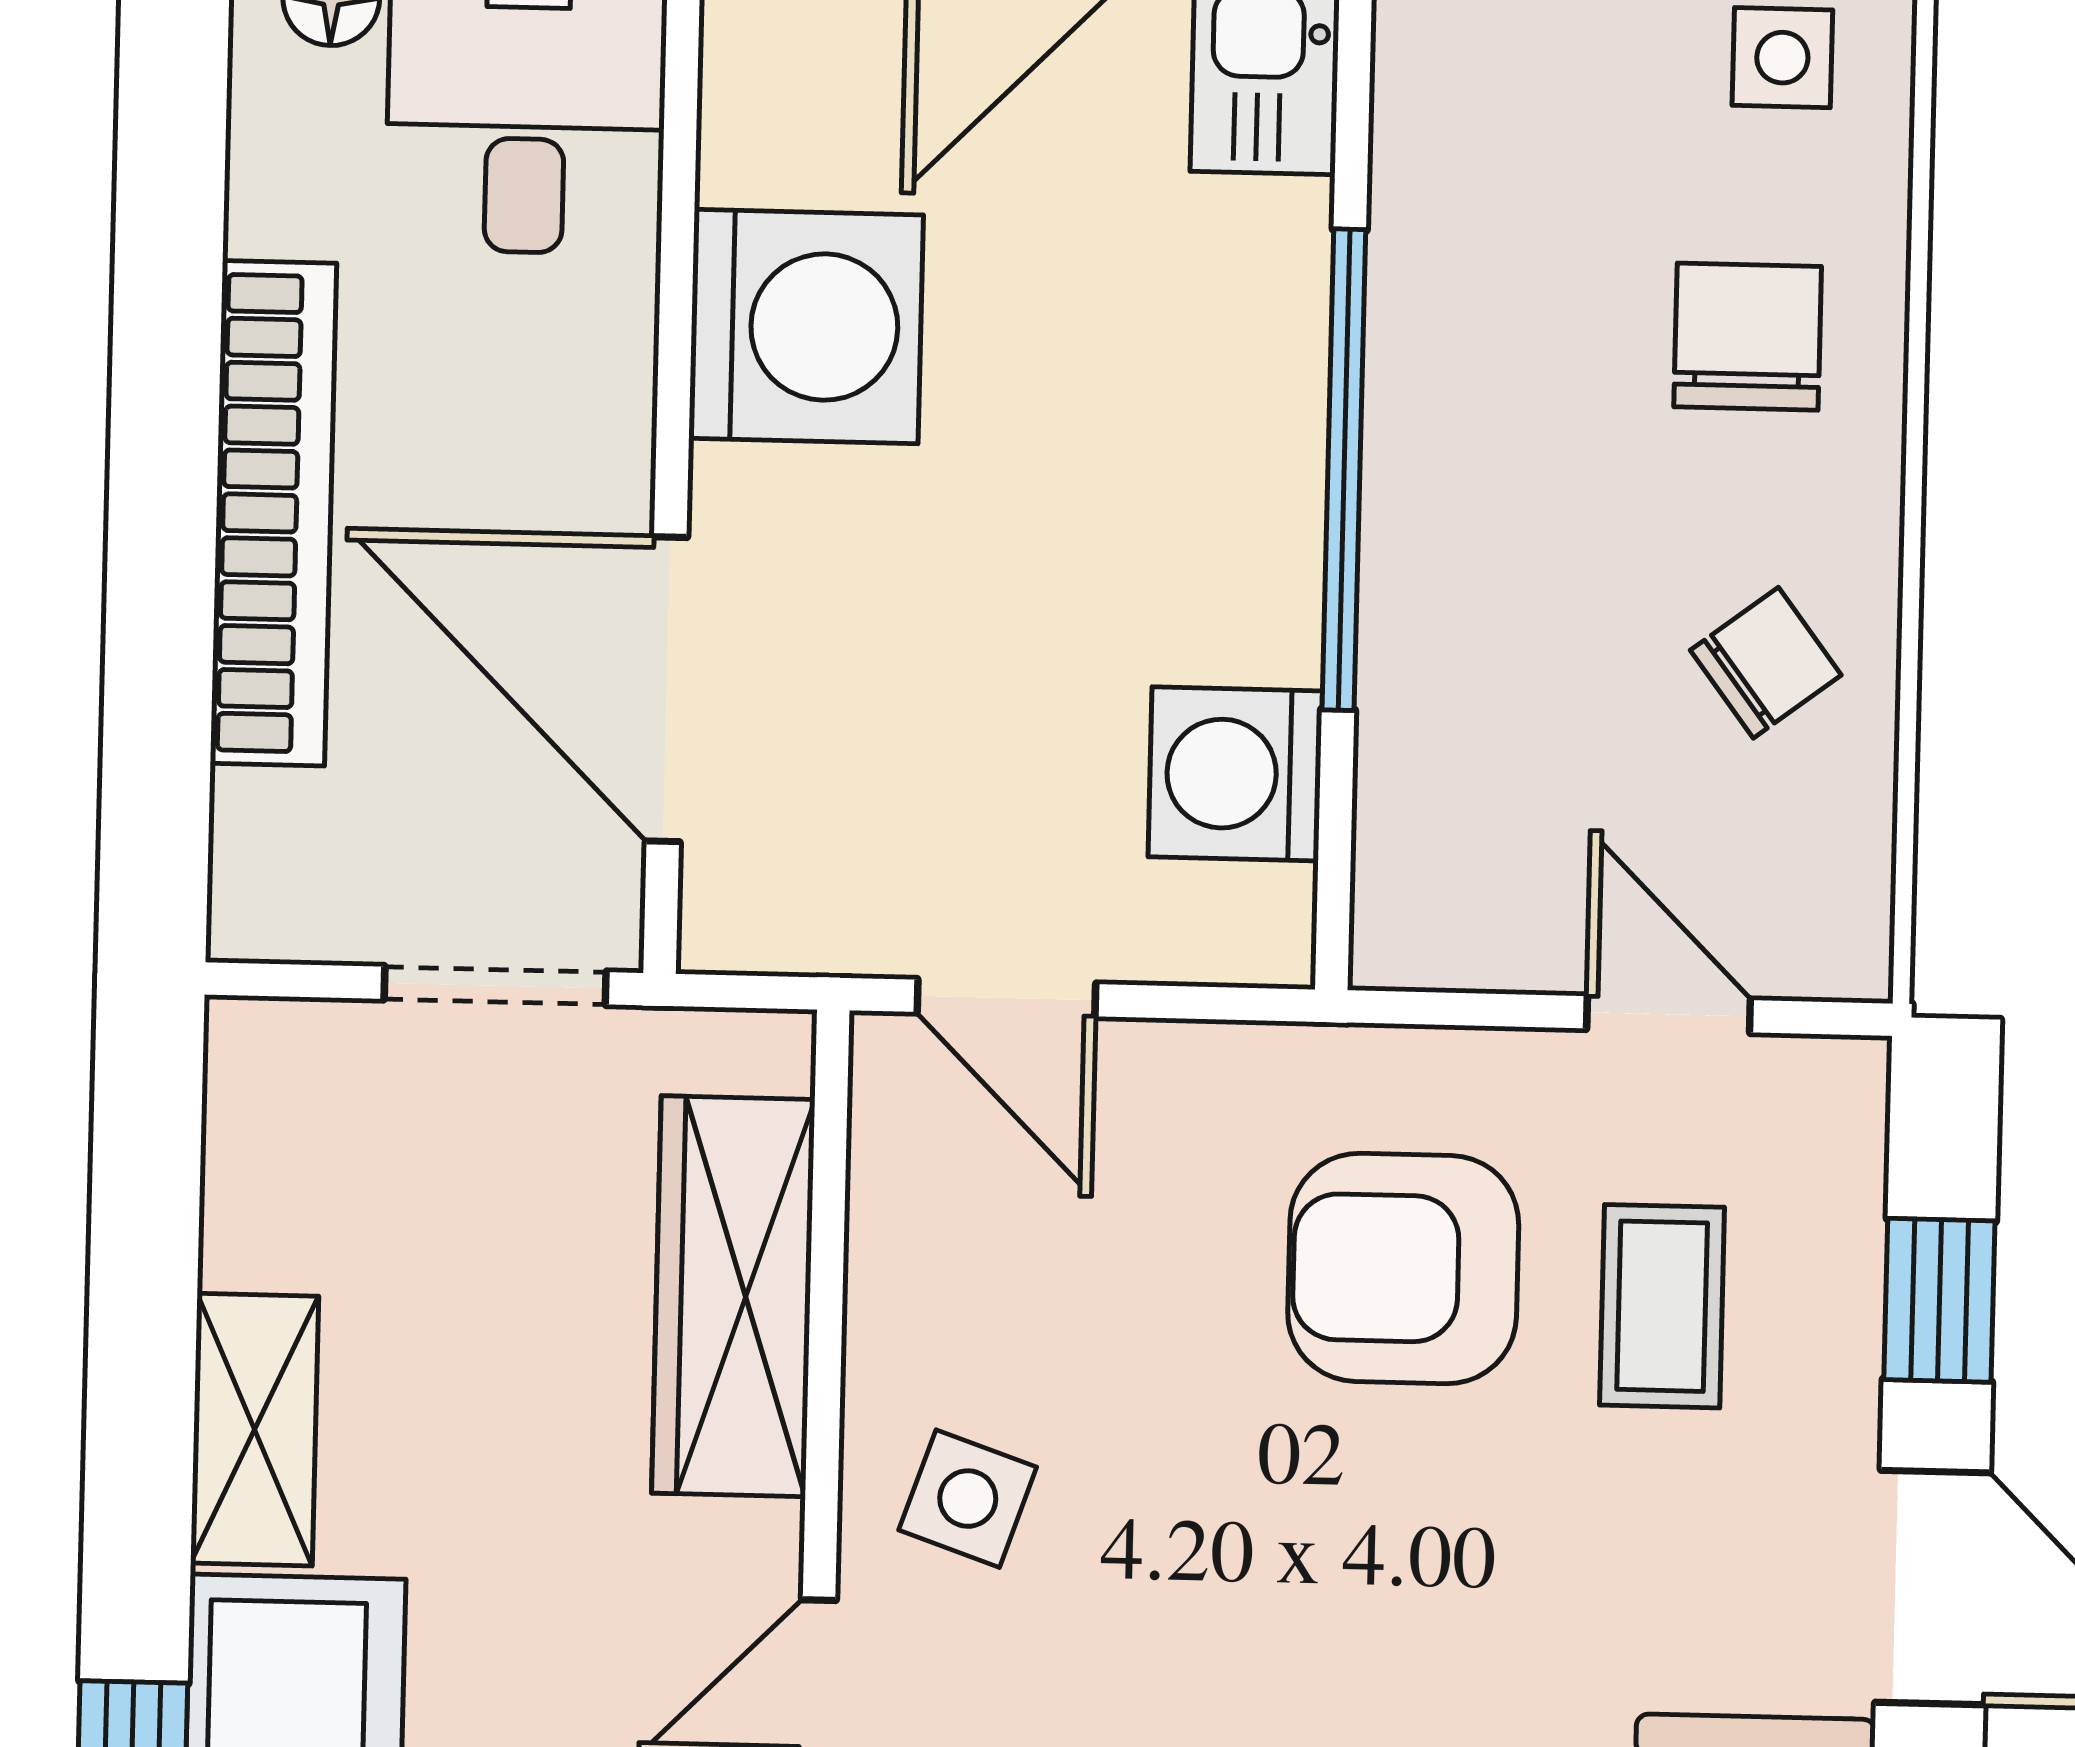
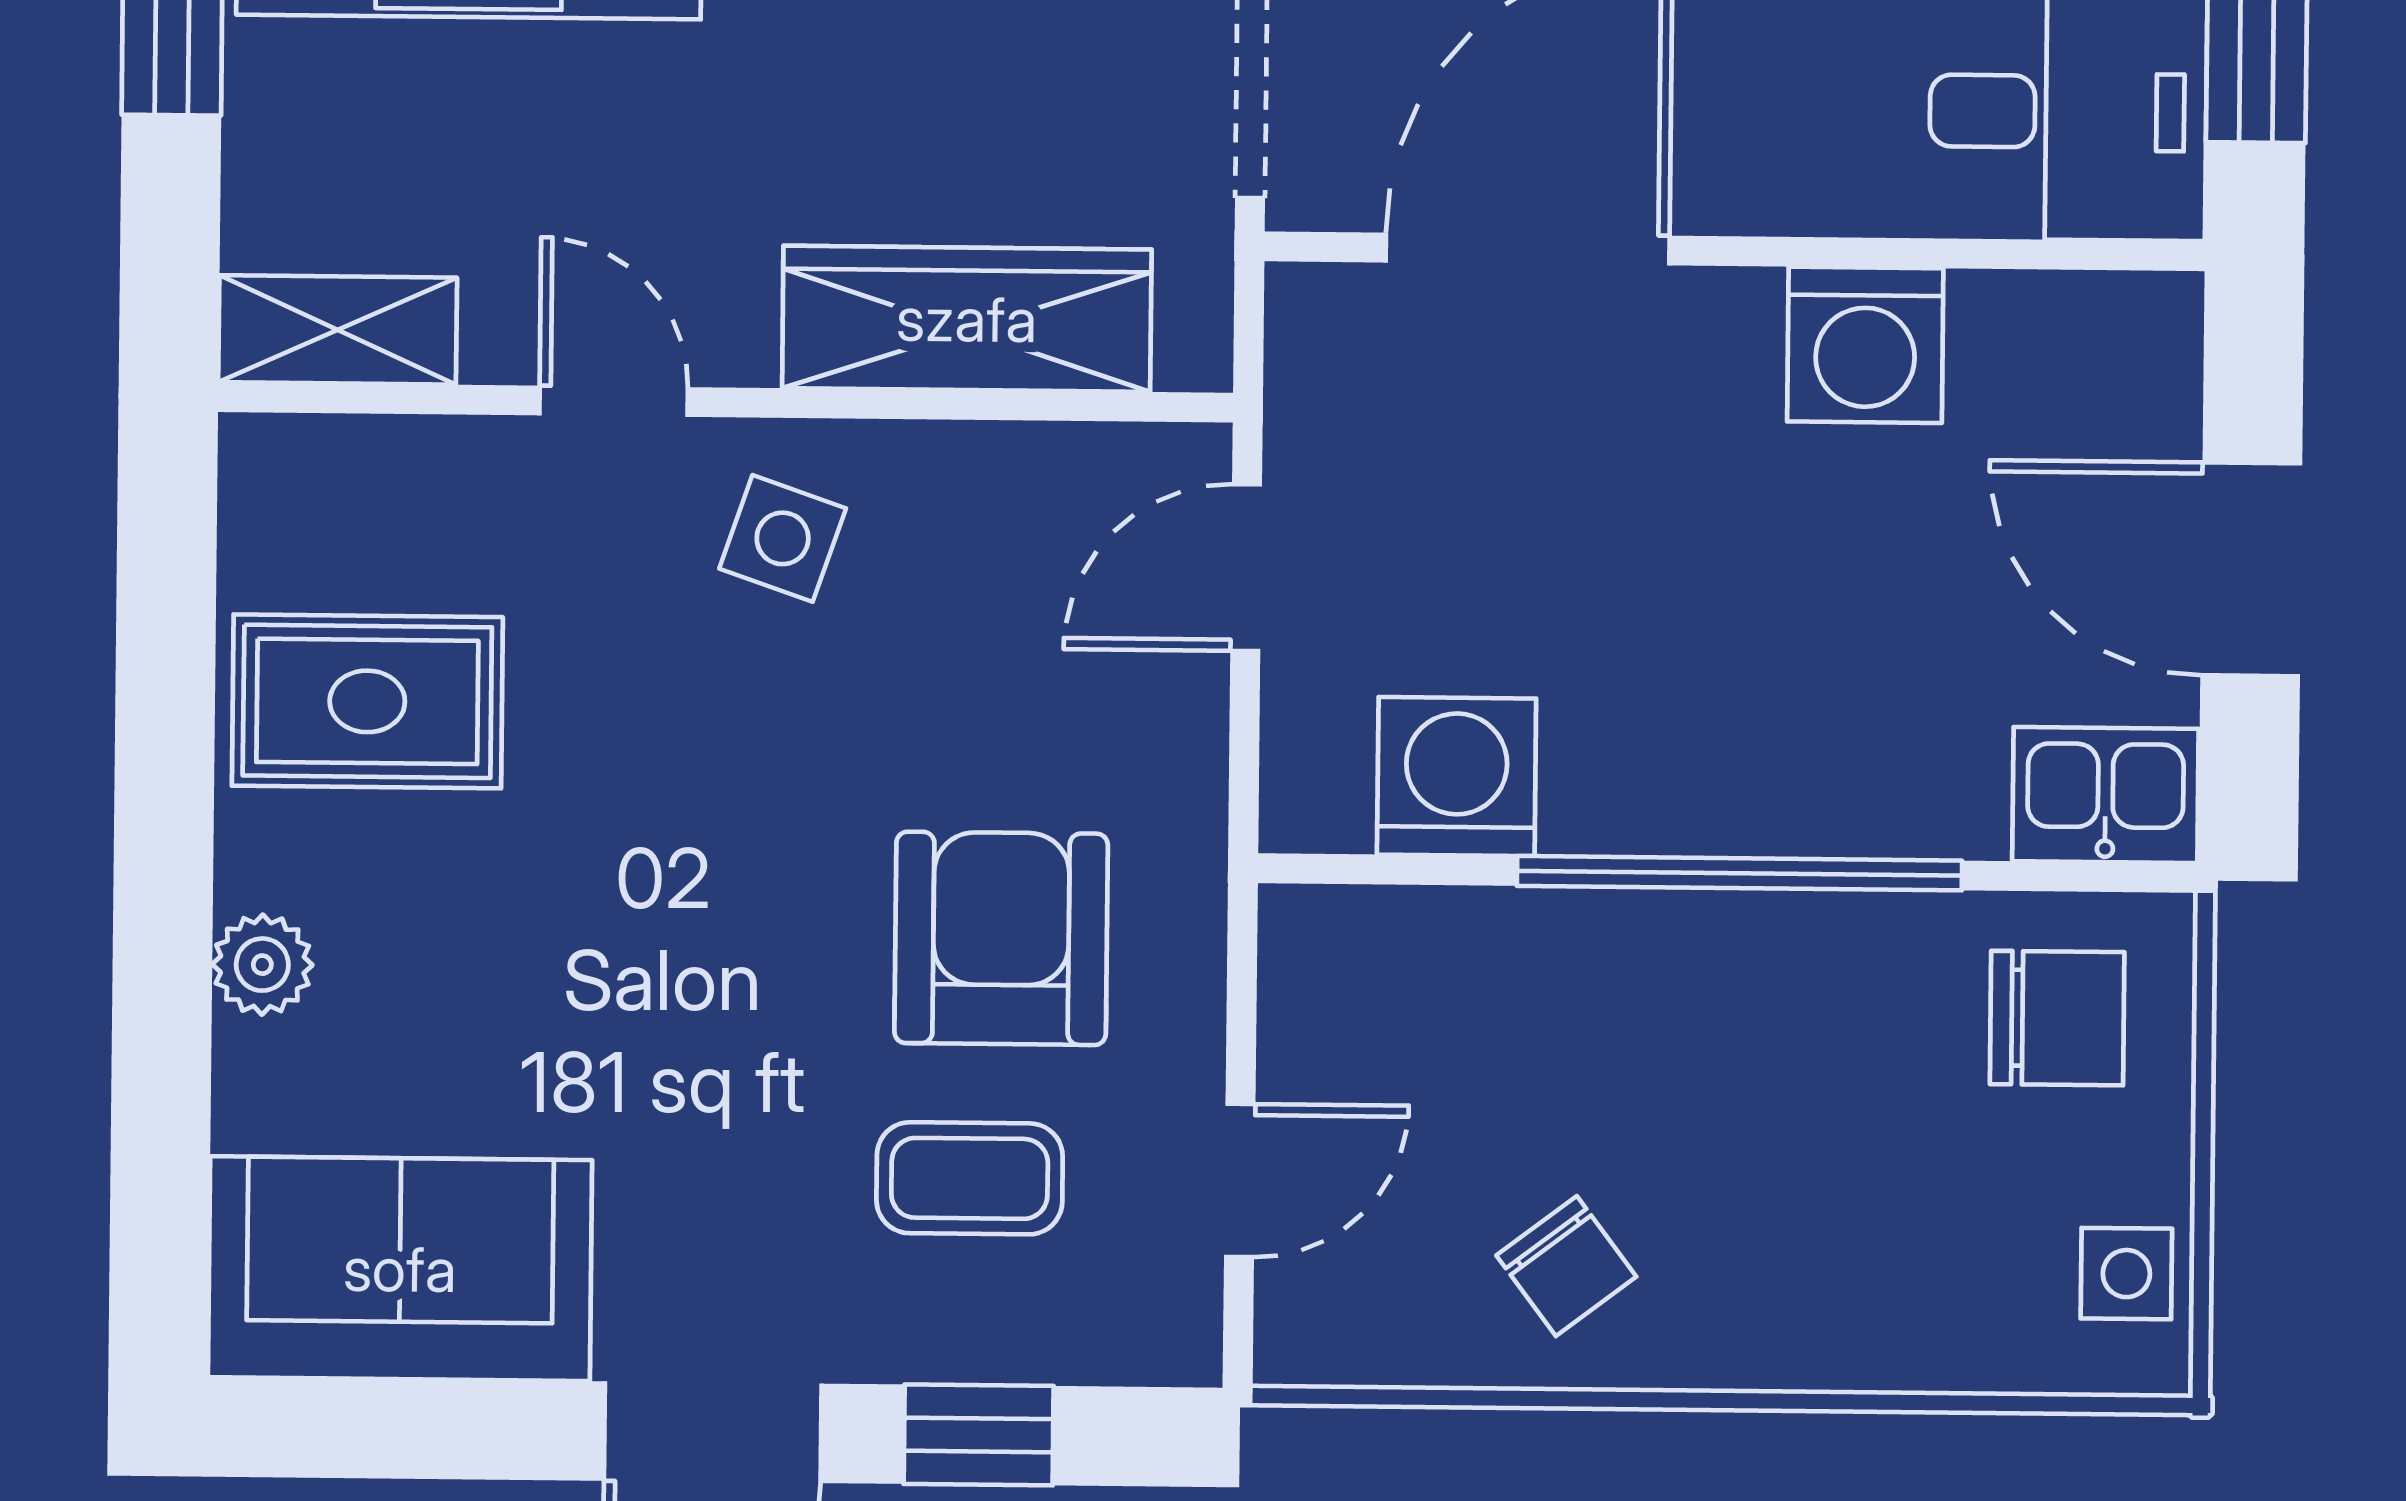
washing machine: (806, 327) -> (1865, 345), width x0.73, depth x0.73
chair: (1748, 337) -> (2057, 1018), moved

